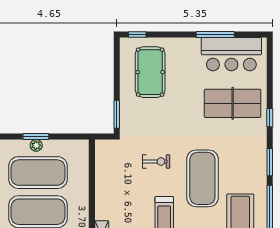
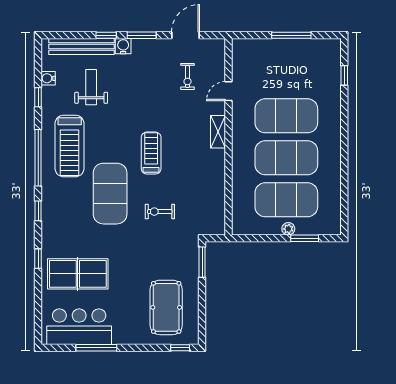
window: (36, 137) -> (305, 238), moved
window: (270, 162) -> (38, 211), width x0.67

